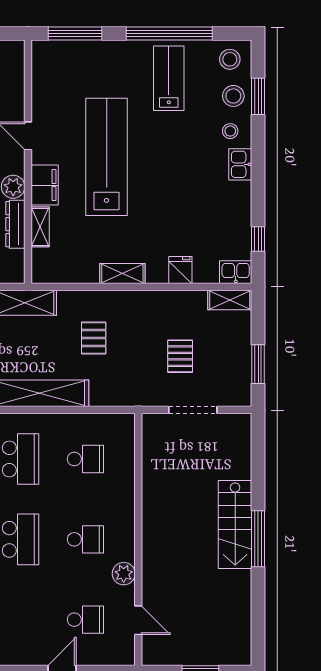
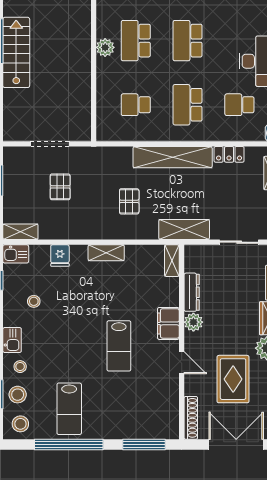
shoe rack: (16, 67) -> (191, 418), added
lab bench: (107, 157) -> (119, 346), width x0.54, depth x0.72
stool: (213, 213) -> (34, 301), added
shelving: (40, 227) -> (172, 261), moved
school desk: (85, 539) -> (136, 41), width x1.85
plant: (124, 574) -> (105, 47), moved

